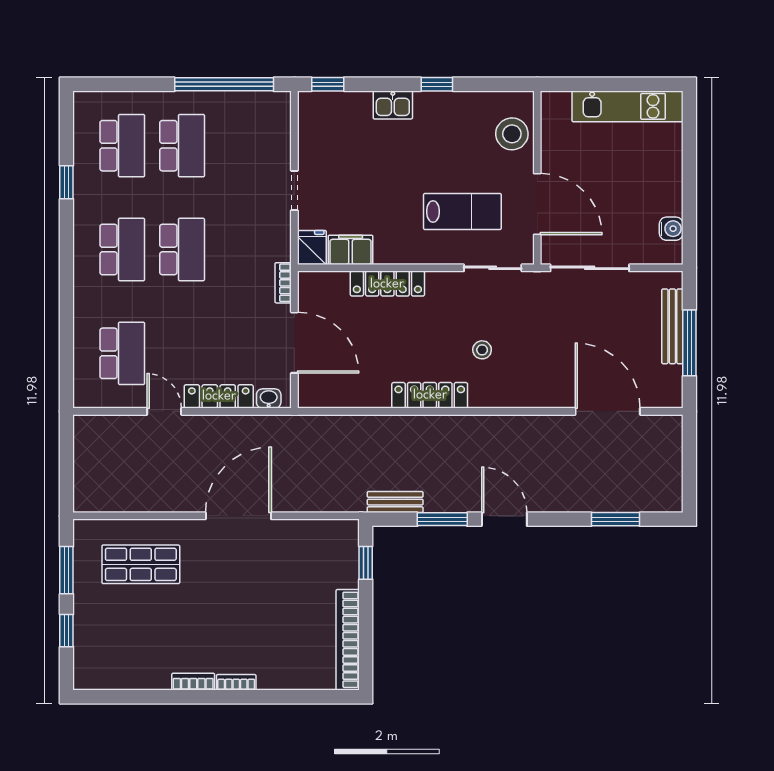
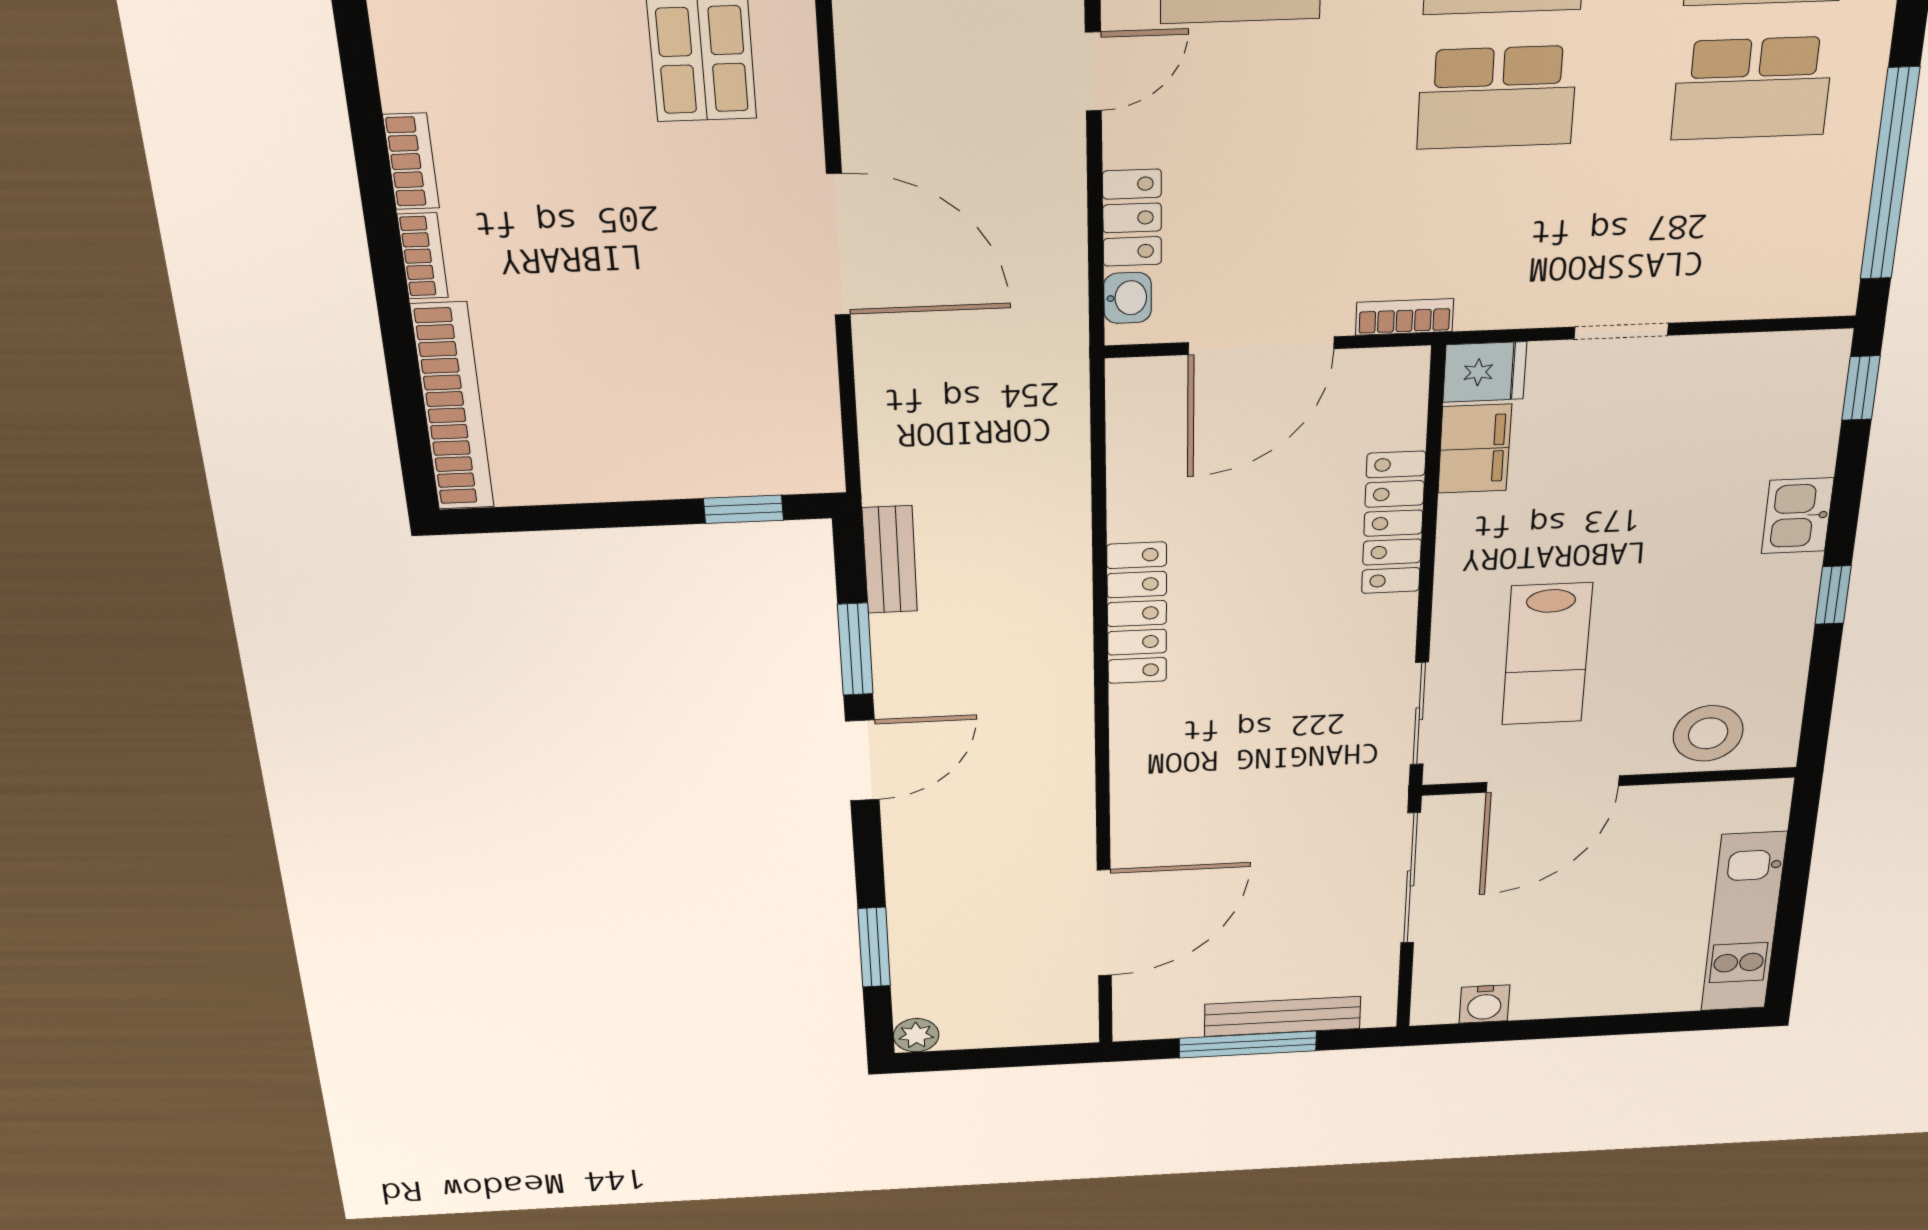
stool: (482, 350) -> (1239, 704), removed
locker: (219, 396) -> (1132, 218), width x0.66
plant: (672, 502) -> (916, 1035), added
bookcase: (348, 640) -> (453, 407), moved, turned 90

